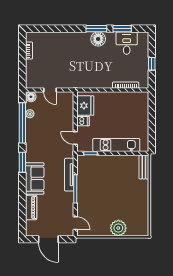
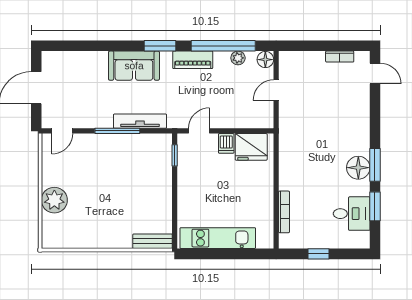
door: (40, 29) -> (375, 73), added
kitchen unit: (116, 145) -> (218, 238), moved, turned -90
piano: (31, 208) -> (193, 60), moved

